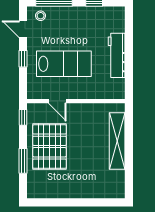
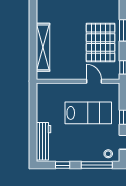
workbench: (117, 55) -> (43, 141), moved
lab bench: (64, 64) -> (88, 113), turned 180

